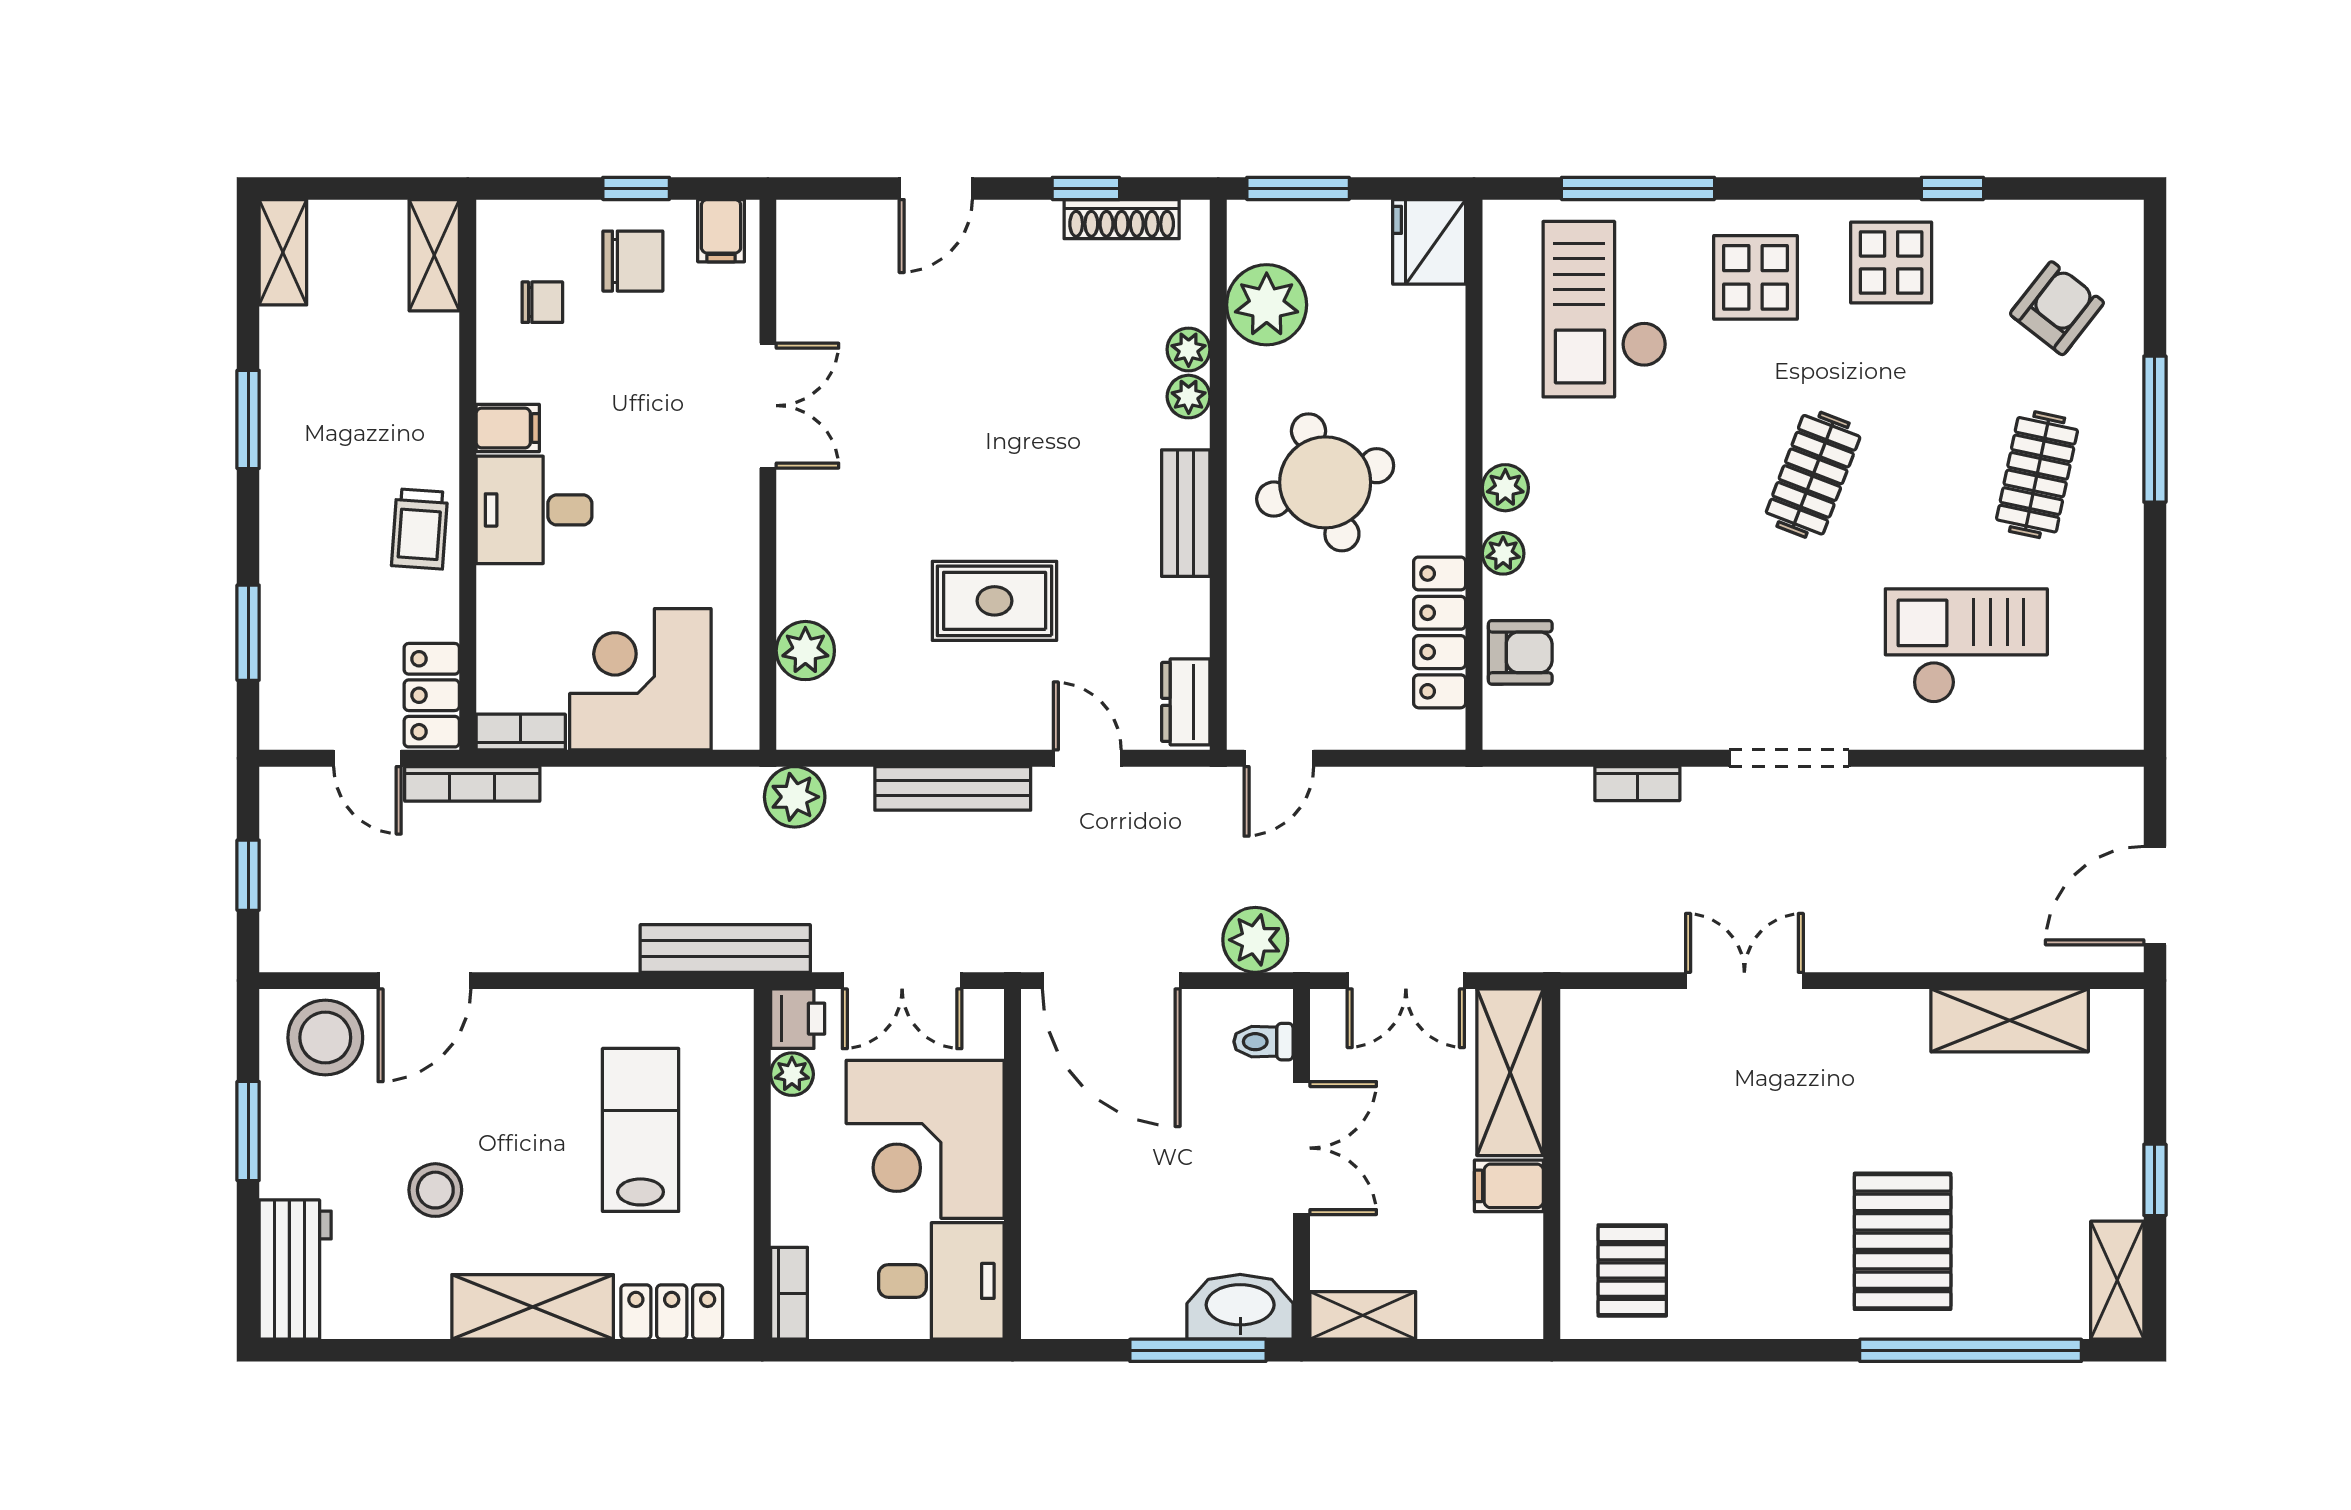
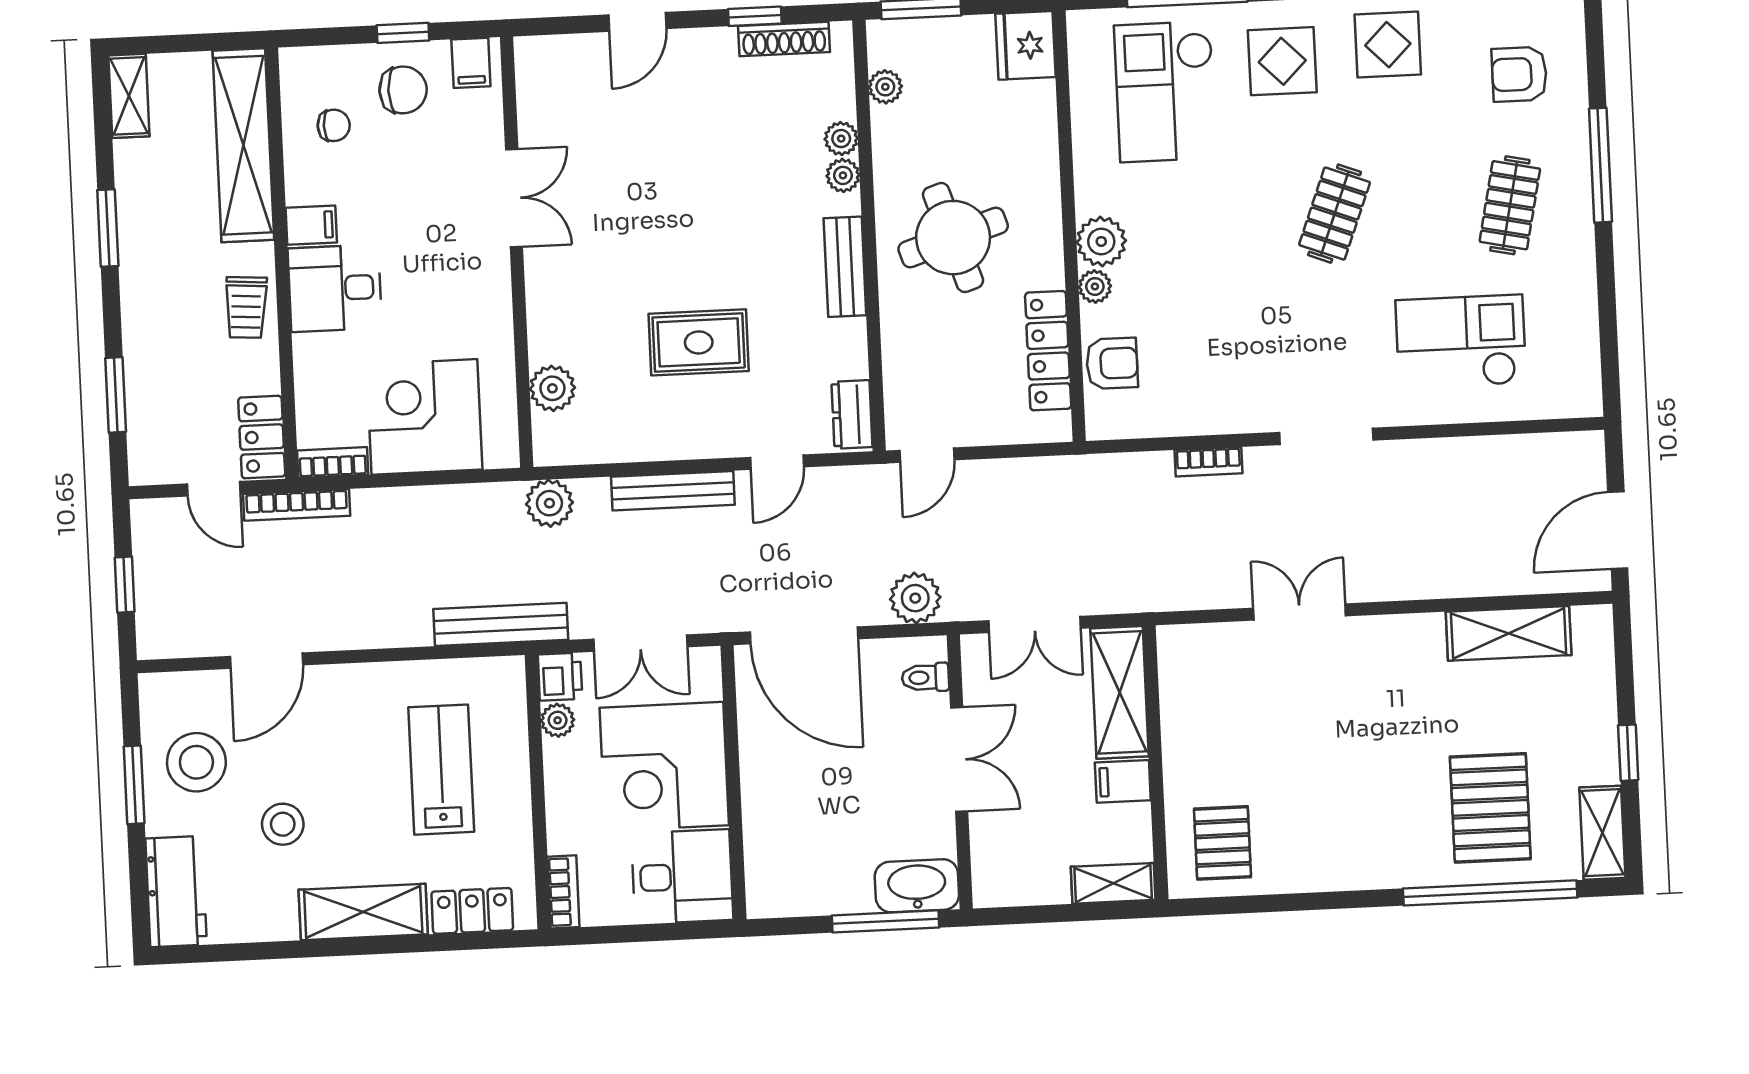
shelving: (434, 255) -> (243, 145), width x2.20, depth x1.33
plant: (1267, 305) -> (885, 87), width x0.53, depth x0.53
armchair: (2057, 308) -> (1519, 74), turned -128
plant: (1505, 488) -> (1101, 241), width x1.38, depth x1.38
door: (1087, 758) -> (777, 462), swing flipped
stool: (325, 1038) -> (196, 762), moved
pallet: (1903, 1241) -> (1490, 808), moved
shelving: (1363, 1315) -> (1113, 883), moved

